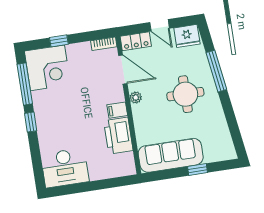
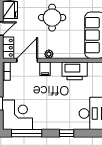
filing cabinet: (117, 110) -> (45, 69), moved
window: (31, 122) -> (67, 133), moved

